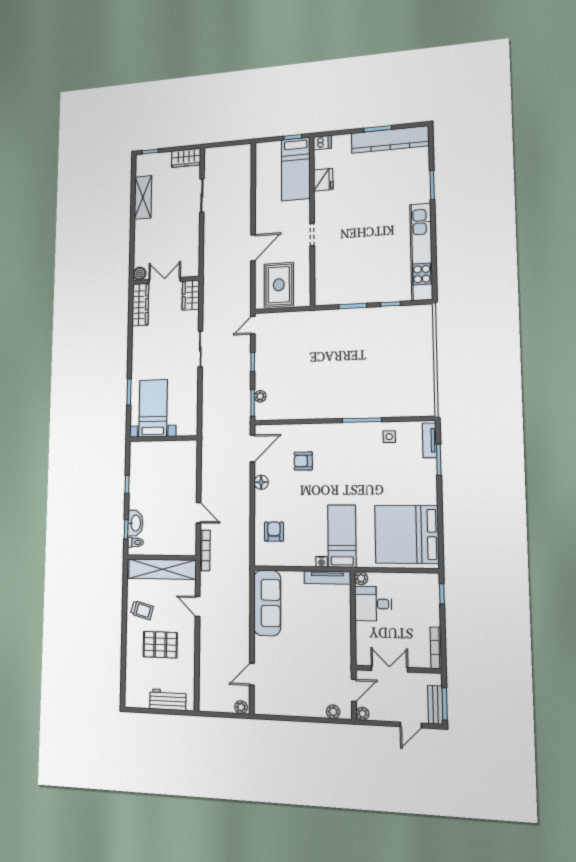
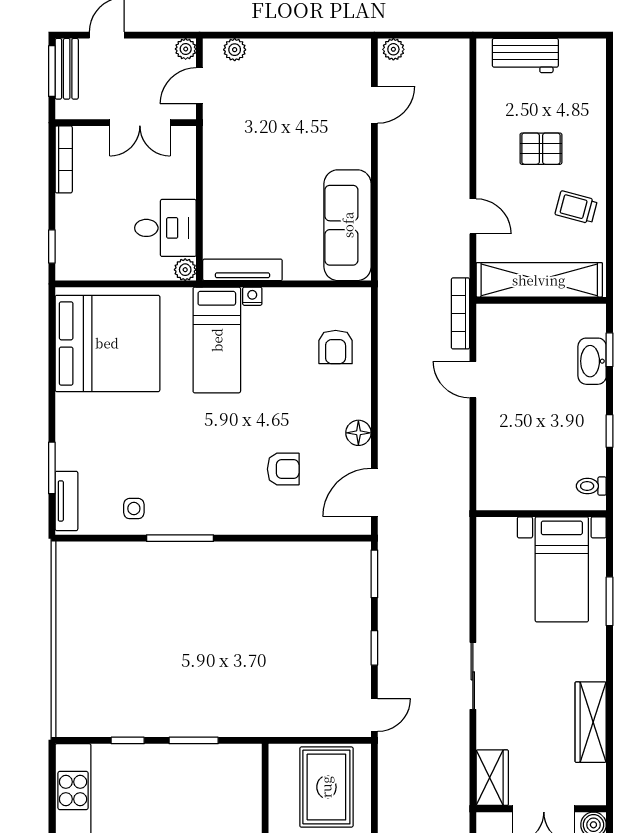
wardrobe: (140, 305) -> (591, 722), moved
plant: (260, 396) -> (361, 585), removed
toilet: (135, 542) -> (591, 486), moved
pallet: (160, 645) -> (541, 149), width x0.67, depth x0.71

